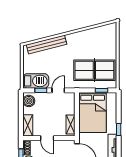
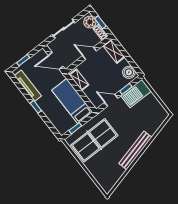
bench: (47, 45) -> (135, 150), moved
door: (58, 90) -> (111, 100), swing flipped
bed: (93, 113) -> (72, 101), width x0.67

